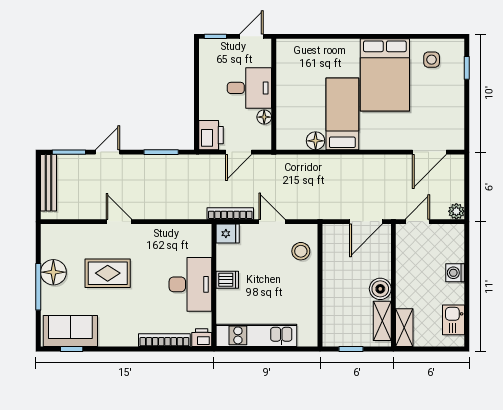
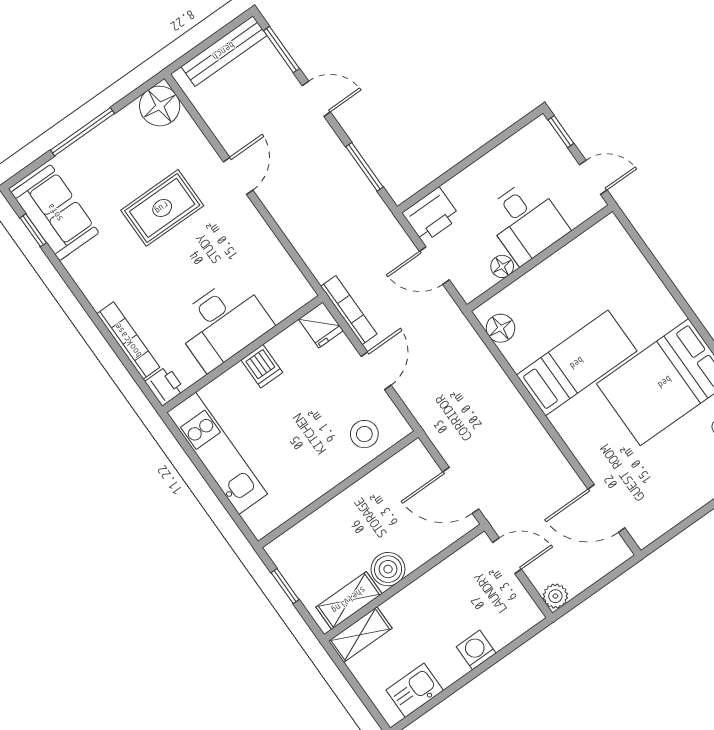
floor lamp: (316, 141) -> (501, 328), moved
floor lamp: (53, 272) -> (160, 106), moved
rug: (108, 273) -> (162, 208), turned 90

